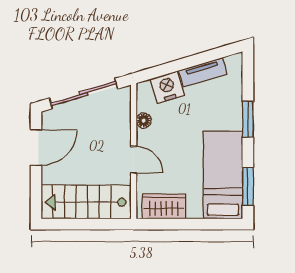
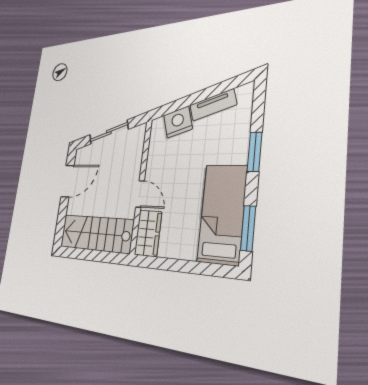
sliding door: (84, 94) -> (109, 132), width x0.73
floor lamp: (144, 121) -> (153, 156), removed
wardrobe: (164, 206) -> (148, 233), moved, turned 90

